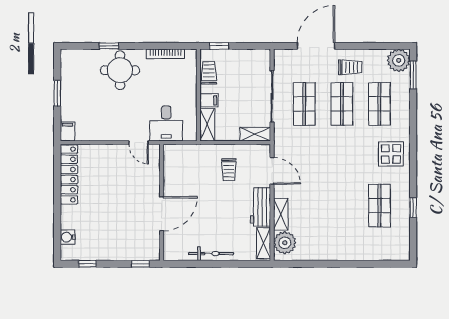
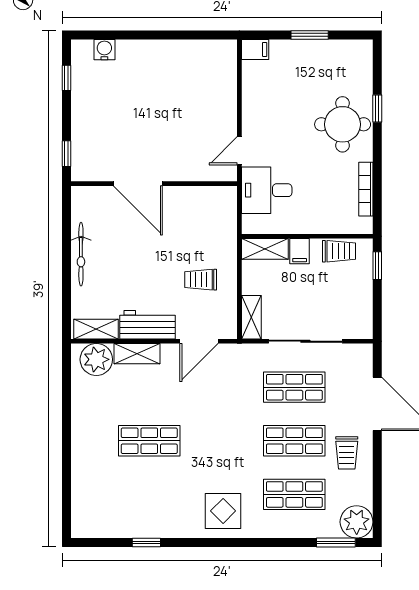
locker: (69, 175) -> (194, 52), removed
shop shelf: (379, 206) -> (149, 441), moved

